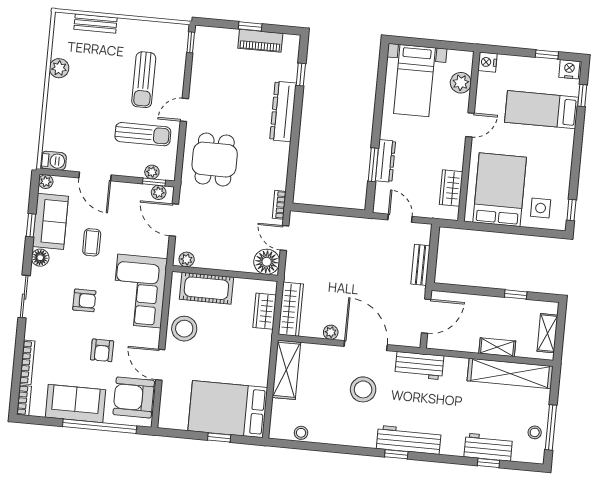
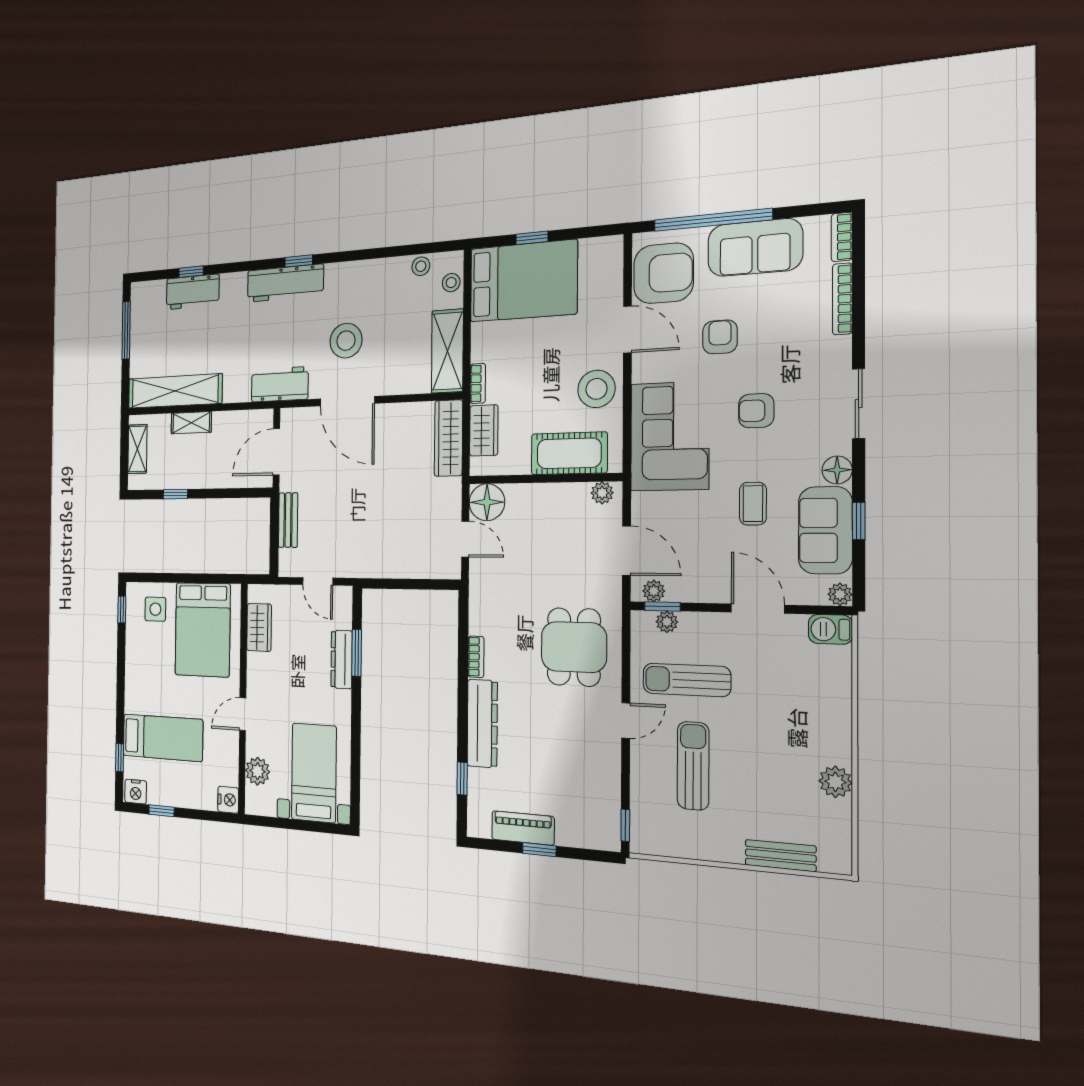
bookcase: (279, 205) -> (476, 657), moved
plant: (331, 332) -> (393, 413), removed
bookcase: (266, 344) -> (478, 383), added
stool: (535, 432) -> (451, 283), moved

